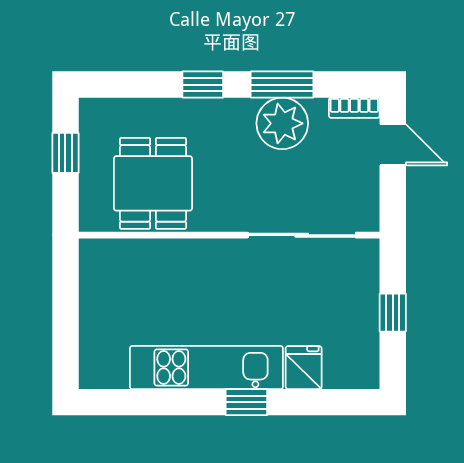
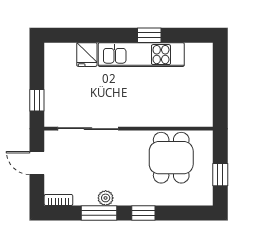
plant: (282, 123) -> (106, 198), width x0.53, depth x0.53
door: (393, 145) -> (37, 163), moved
window: (393, 313) -> (37, 100), moved
window: (246, 402) -> (149, 35), moved

